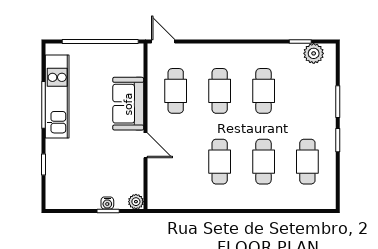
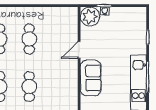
cafe table: (176, 91) -> (59, 87), removed
door: (145, 145) -> (79, 50), hinge flipped
plant: (136, 202) -> (90, 17), width x1.87, depth x1.87

